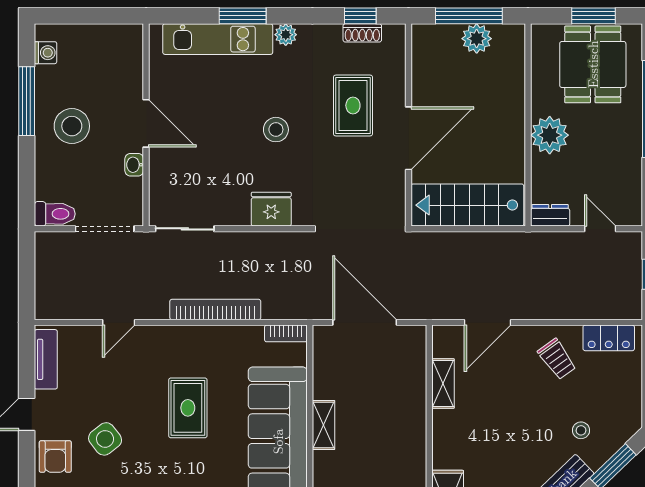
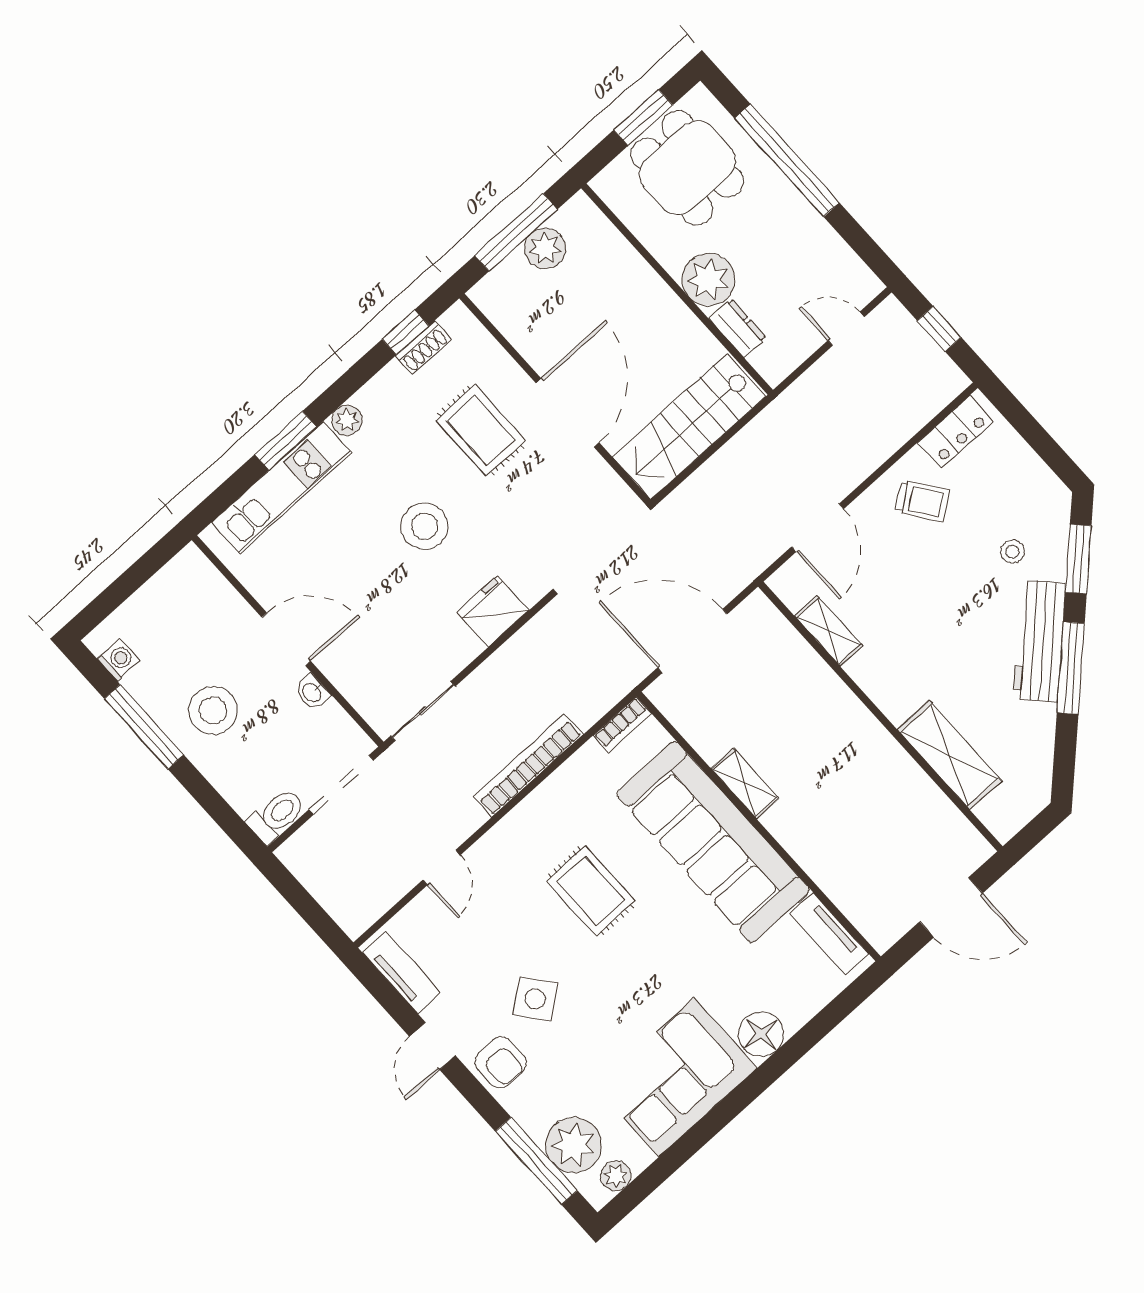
stool: (276, 130) -> (424, 526), width x1.38, depth x1.38
dresser: (550, 215) -> (738, 328), moved, turned 90

